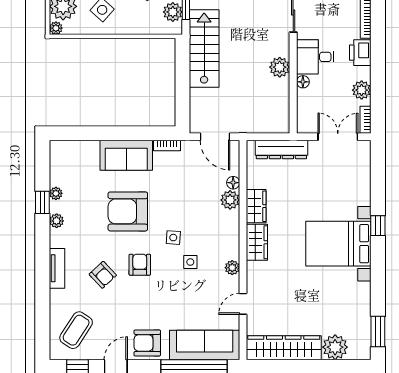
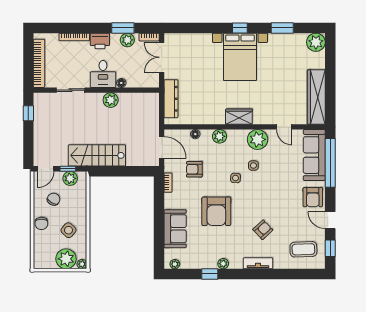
window: (378, 84) -> (123, 28), added
door: (215, 137) -> (162, 147), hinge flipped
sofa: (126, 155) -> (175, 229), moved
plant: (56, 193) -> (175, 264), moved
plant: (230, 200) -> (219, 136), moved
wardrobe: (256, 206) -> (212, 117), removed
window: (378, 226) -> (240, 28), moved
armchair: (140, 265) -> (194, 169), moved
plant: (232, 268) -> (258, 139), width x1.88, depth x1.88
coffee table: (76, 330) -> (303, 249), turned -35
window: (378, 332) -> (282, 28), moved
plant: (335, 347) -> (316, 42), moved

